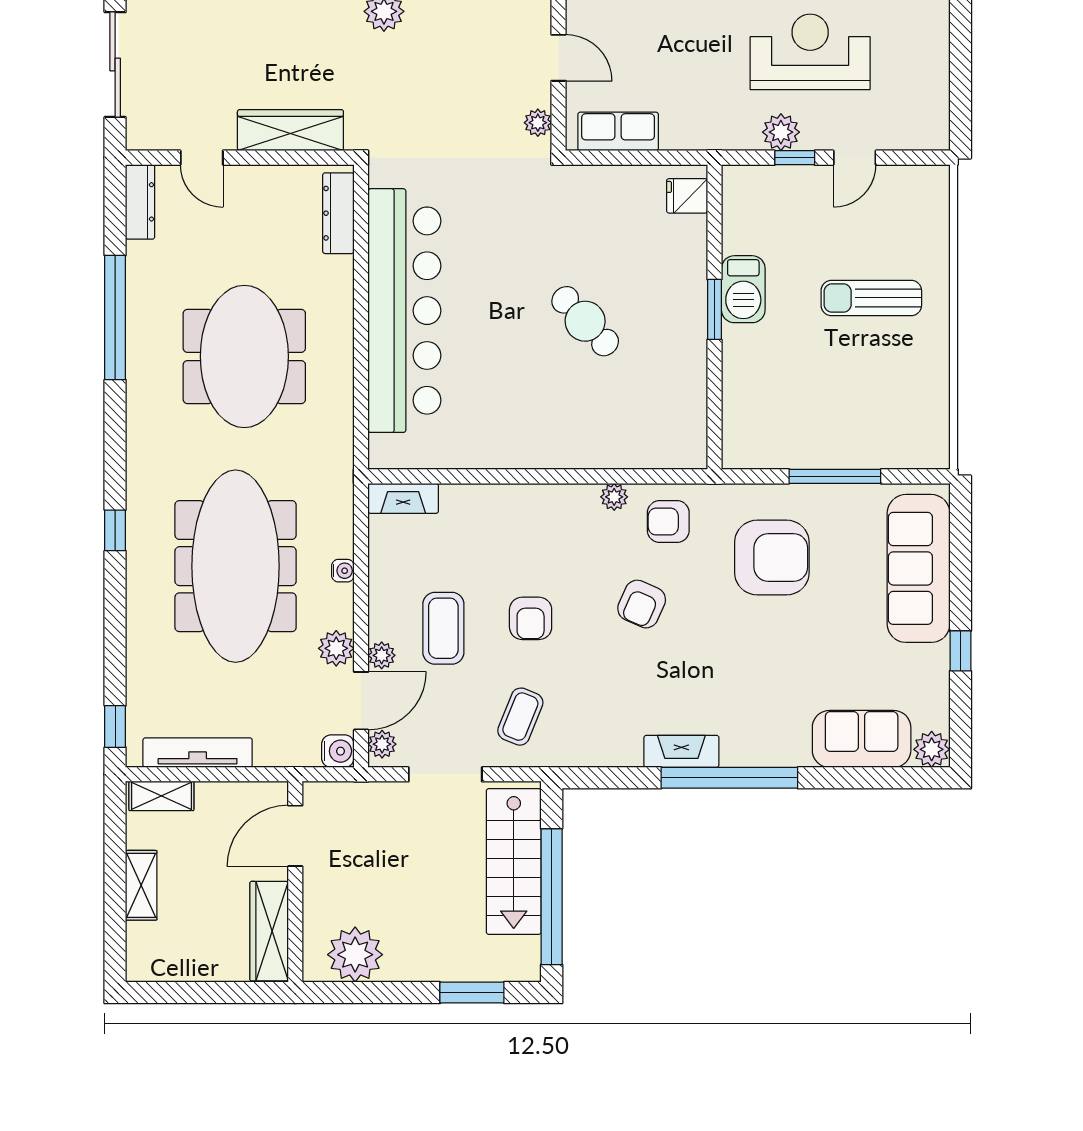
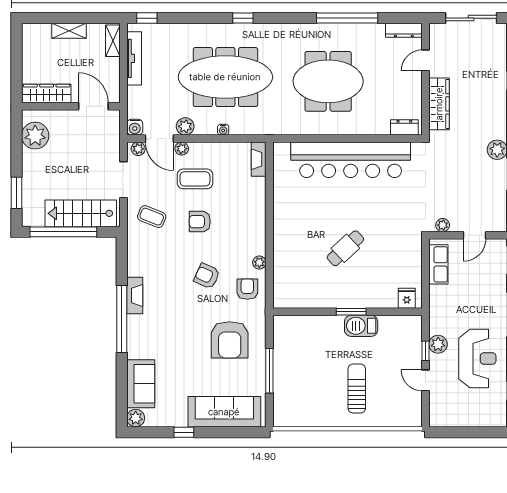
dresser: (338, 213) -> (404, 127), width x0.70

